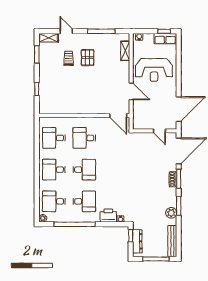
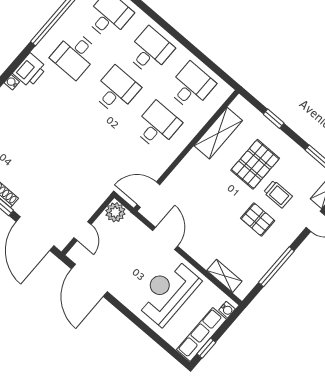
row of seats: (165, 39) -> (202, 334), width x1.48
pallet: (64, 80) -> (255, 164), added
door: (131, 91) -> (165, 238), swing flipped
shelving: (64, 108) -> (218, 133), added
plant: (139, 123) -> (115, 212), added
door: (159, 131) -> (83, 231), swing flipped
desk: (84, 170) -> (116, 90), turned 180

